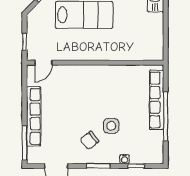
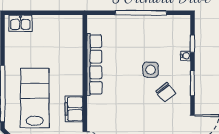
filing cabinet: (74, 52) -> (74, 109), added
row of seats: (157, 100) -> (94, 64), moved, turned -90

